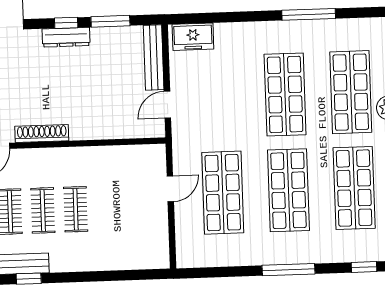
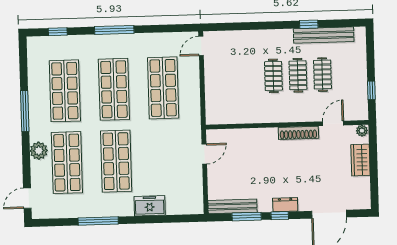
dresser: (66, 37) -> (285, 205), width x0.70
freezer: (193, 37) -> (150, 206), moved
bench: (154, 57) -> (232, 206), moved, turned 90
door: (170, 189) -> (201, 46), moved

